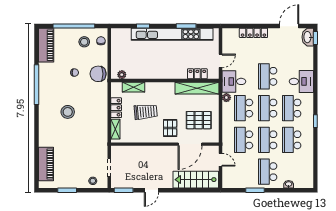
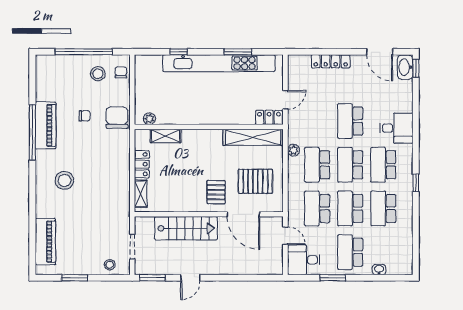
door: (289, 26) -> (380, 52), swing flipped
piano: (46, 45) -> (46, 125), moved
chair: (98, 74) -> (117, 118), turned 90
locker: (197, 74) -> (269, 118), moved
desk: (234, 81) -> (304, 260), moved
stool: (68, 112) -> (64, 180), moved
trolley: (146, 112) -> (183, 170), removed
door: (190, 144) -> (243, 214), hinge flipped
stairs: (196, 180) -> (186, 228), moved, turned 180

